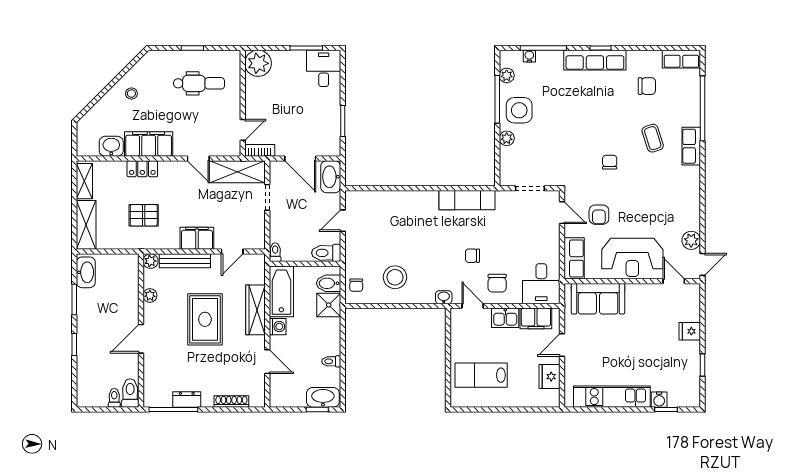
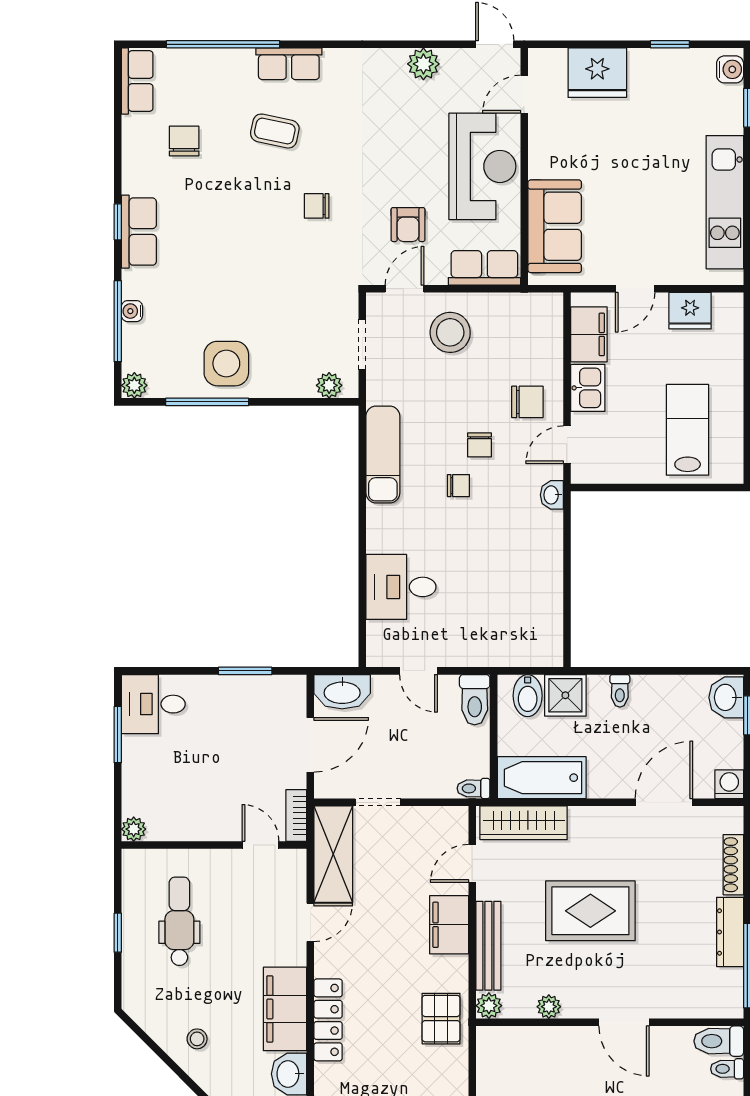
water cooler: (529, 56) -> (132, 311), moved
row of seats: (595, 60) -> (139, 232), width x0.68
plant: (258, 63) -> (134, 829), width x0.53, depth x0.53
plant: (507, 75) -> (134, 385), moved
plant: (507, 138) -> (329, 385), moved
coffee table: (653, 138) -> (275, 131), turned 30
locker: (142, 169) -> (328, 1020), width x1.53
pallet: (144, 215) -> (441, 1019), moved
armchair: (599, 215) -> (408, 225), turned 90
plant: (691, 240) -> (423, 64), moved
door: (232, 251) -> (472, 863), swing flipped
stool: (395, 277) -> (450, 332), moved
desk: (541, 284) -> (401, 587), moved, turned 180
chair: (356, 285) -> (458, 486), moved
wardrobe: (255, 310) -> (524, 823), moved
washing machine: (278, 327) -> (729, 784), moved
fridge: (690, 331) -> (597, 73), width x1.88, depth x1.34
door: (562, 345) -> (635, 289), hinge flipped
toilet: (331, 361) -> (620, 691), moved
door: (267, 362) -> (664, 802), width x1.38
lab bench: (481, 375) -> (688, 430), turned 180
washbasin: (323, 397) -> (726, 697), width x0.72
dresser: (187, 400) -> (730, 932), width x1.44
water cooler: (659, 400) -> (730, 69), moved

